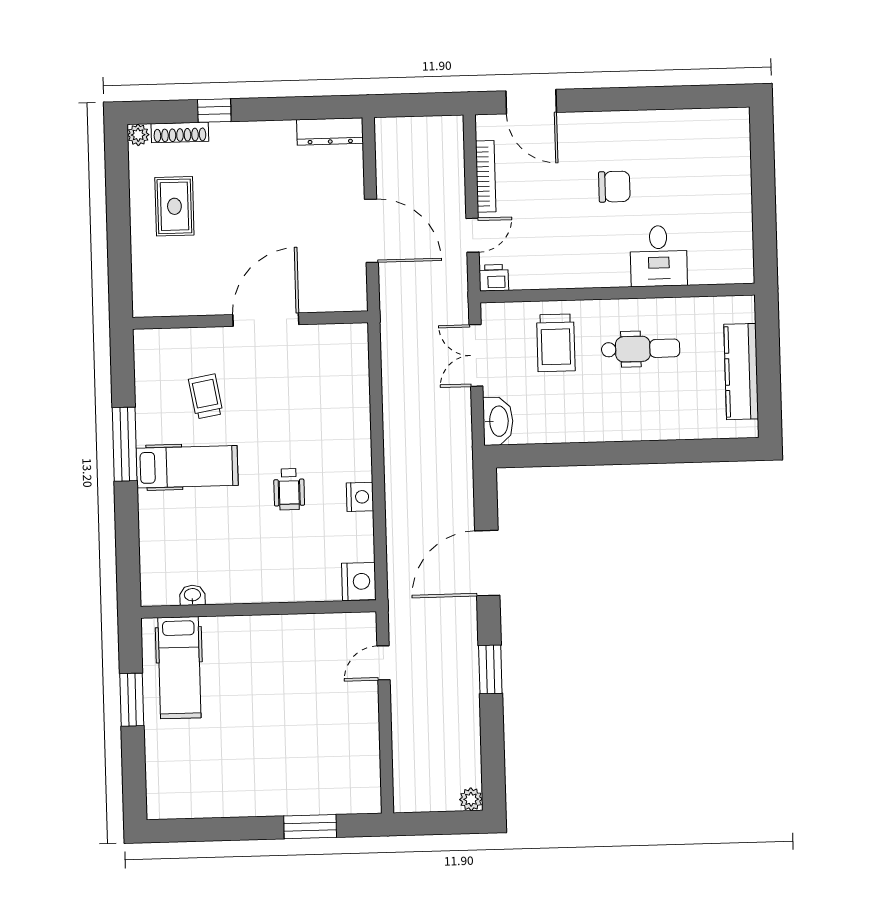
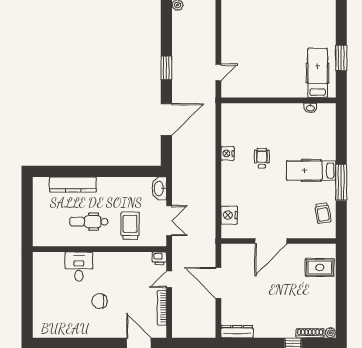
rug: (174, 206) -> (320, 267), moved, turned 90
kitchen counter: (741, 372) -> (73, 185), moved, turned 90
trolley: (206, 396) -> (323, 213), moved
nightstand: (359, 581) -> (229, 215), moved

